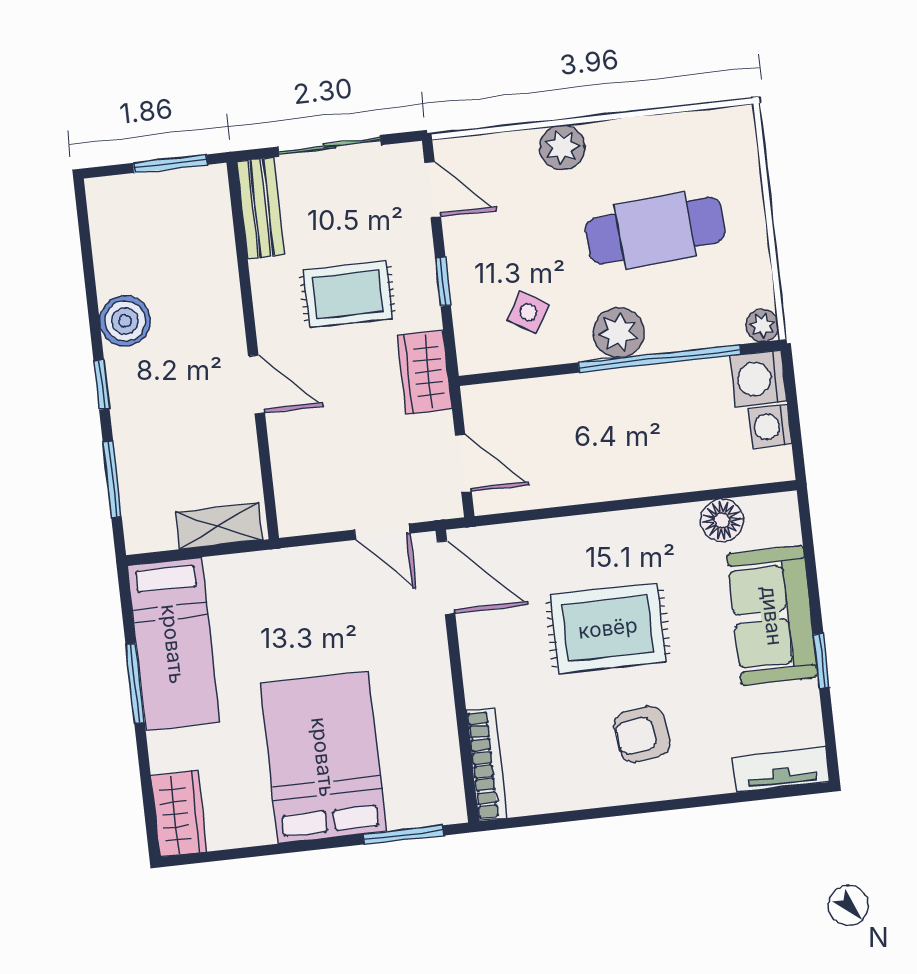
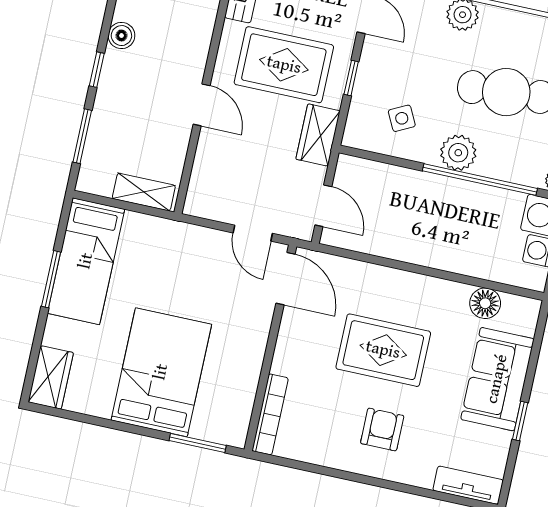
rug: (348, 294) -> (284, 65), width x1.36, depth x1.43
side table: (528, 312) -> (402, 118), turned 32
boiler: (125, 321) -> (121, 36), width x0.73, depth x0.73
armchair: (642, 734) -> (382, 429), turned 98

